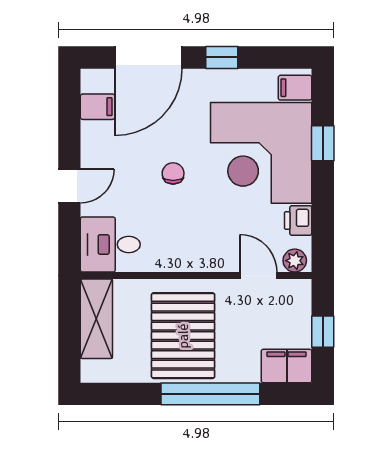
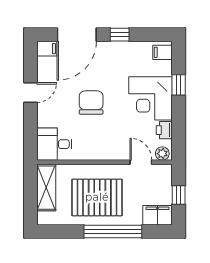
filing cabinet: (98, 107) -> (47, 49), moved
corner desk: (261, 153) -> (151, 98), width x0.74, depth x0.74
chair: (173, 173) -> (91, 103), width x1.87, depth x1.87
door: (69, 186) -> (30, 92), moved
pallet: (183, 336) -> (97, 197), turned 90

